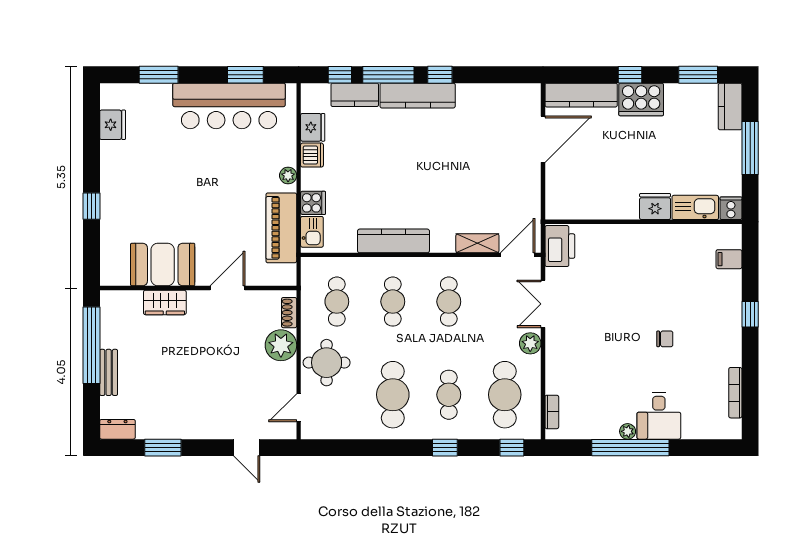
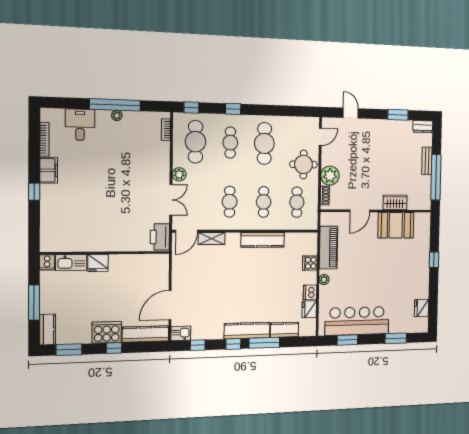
window: (340, 75) -> (198, 345), moved
kitchen sink: (312, 232) -> (181, 333), moved, turned 90
filing cabinet: (729, 259) -> (49, 170), moved, width x2.00
chair: (665, 339) -> (92, 176), removed
desk: (659, 416) -> (80, 125), moved

